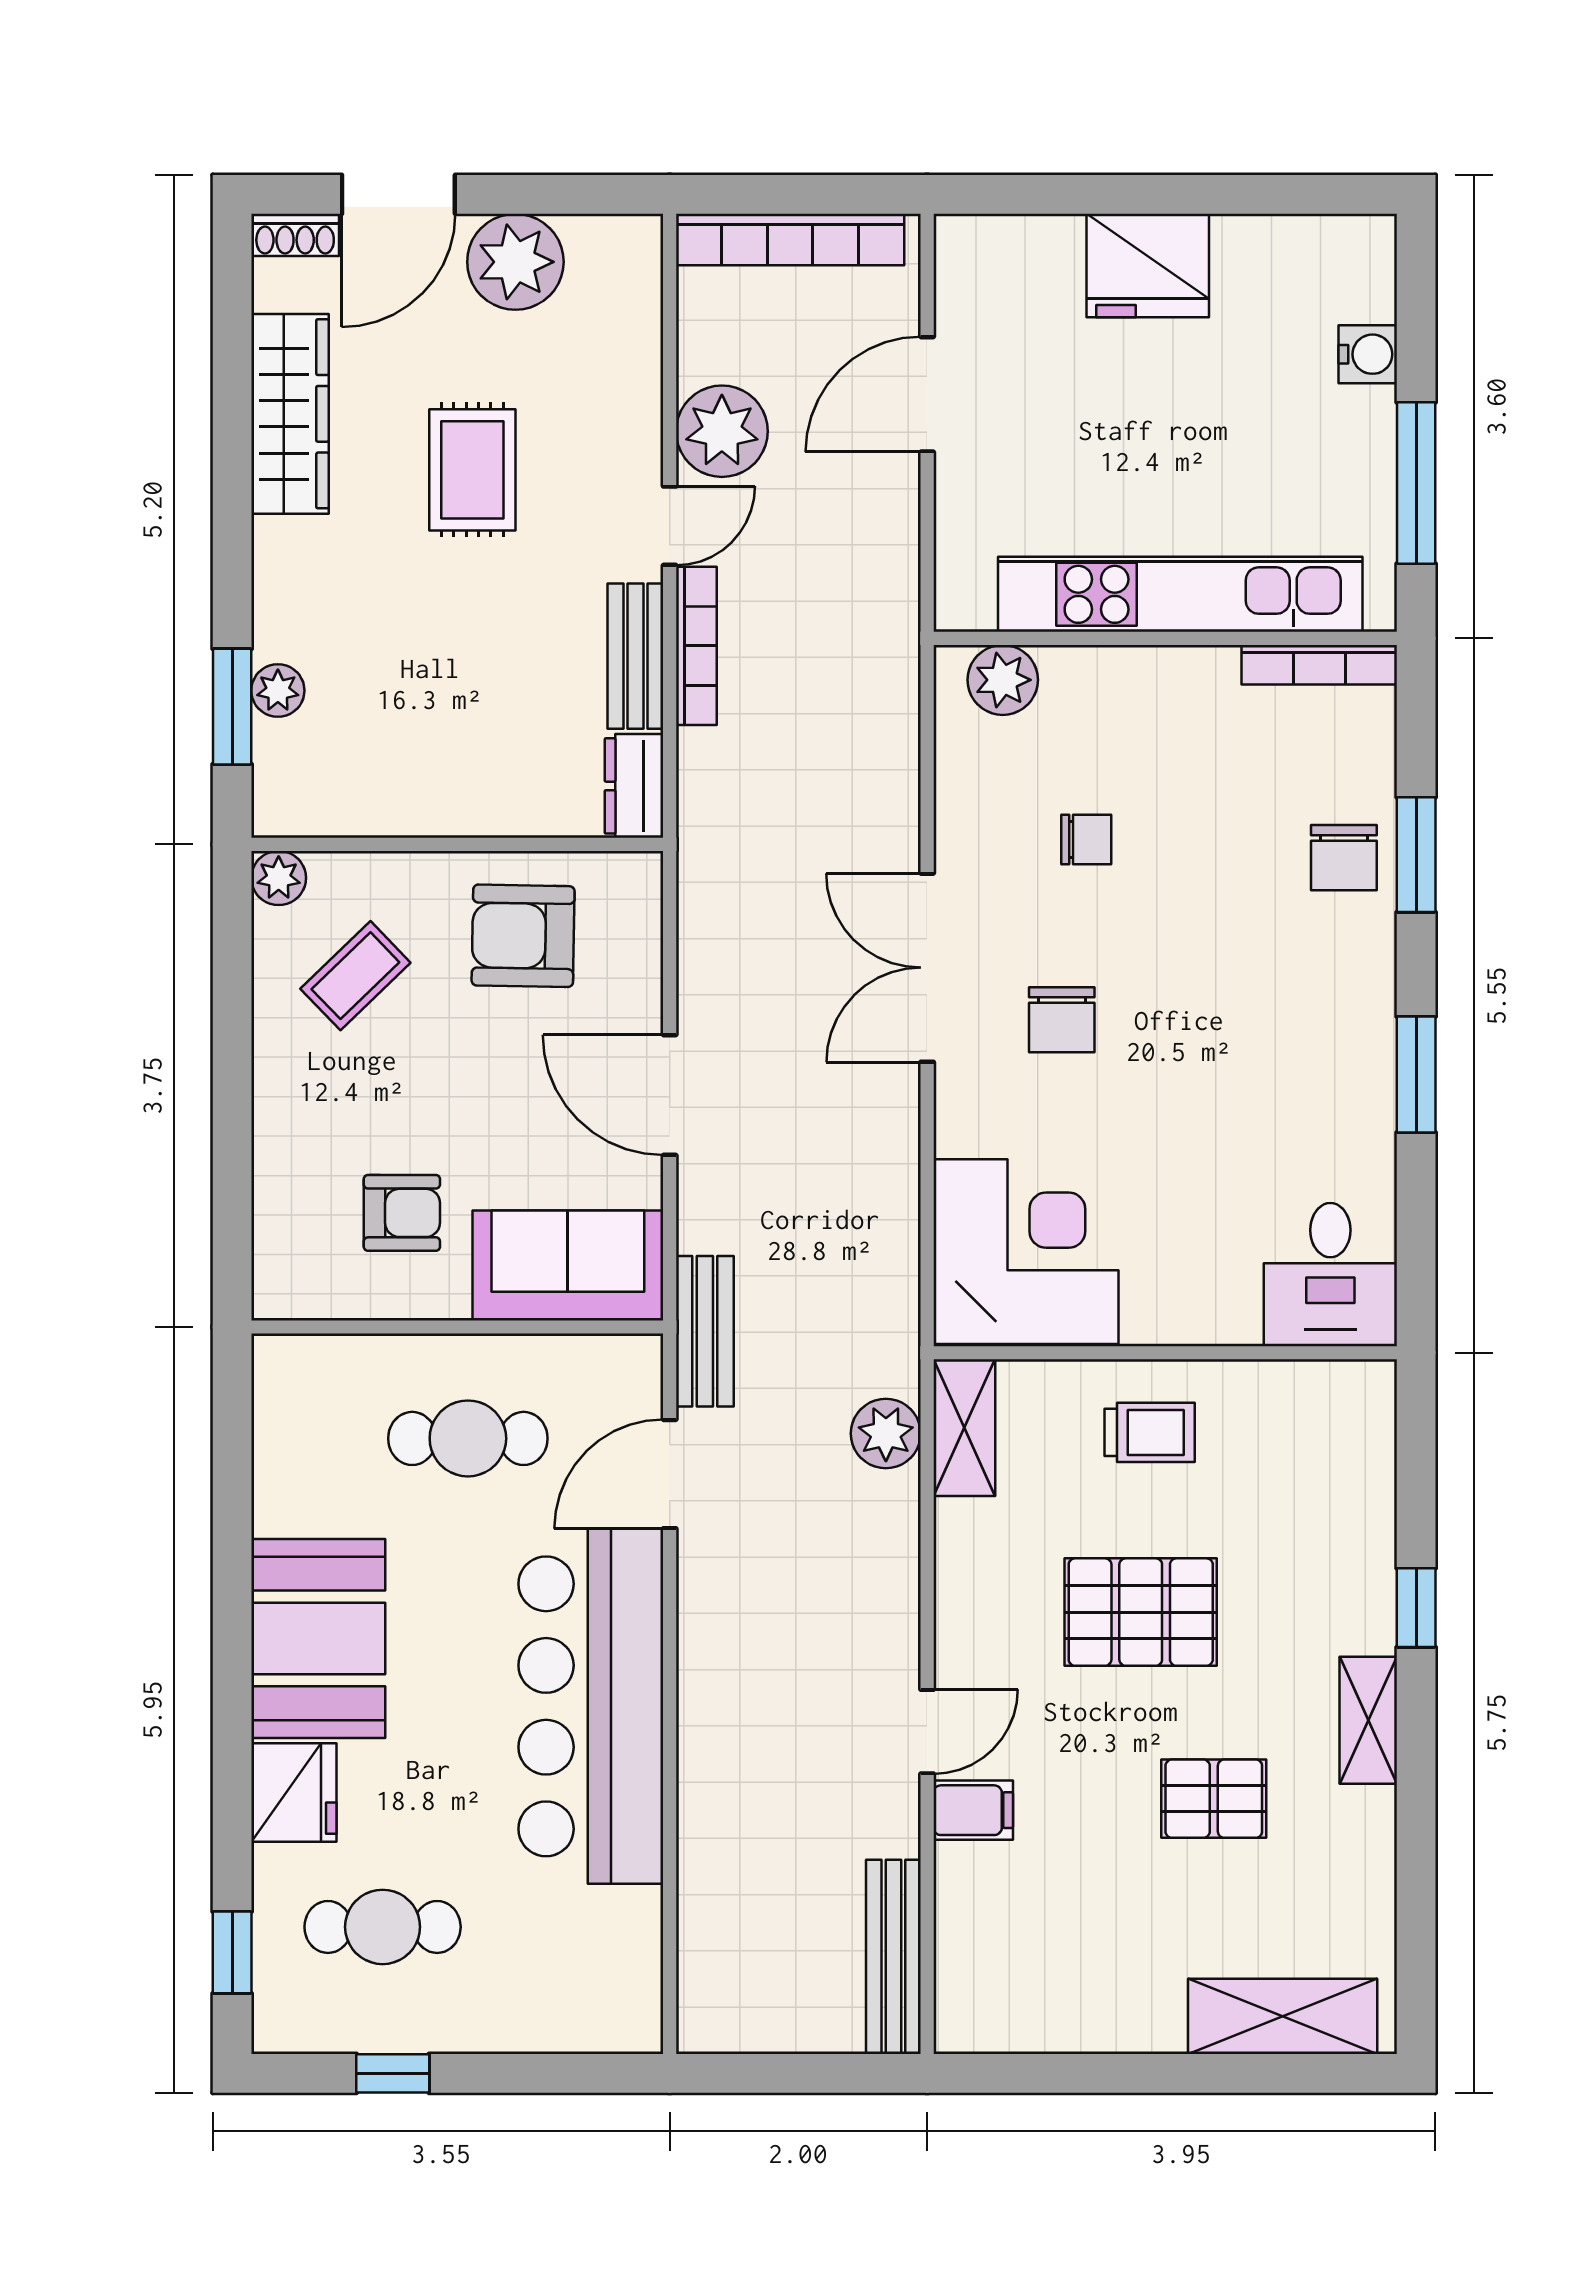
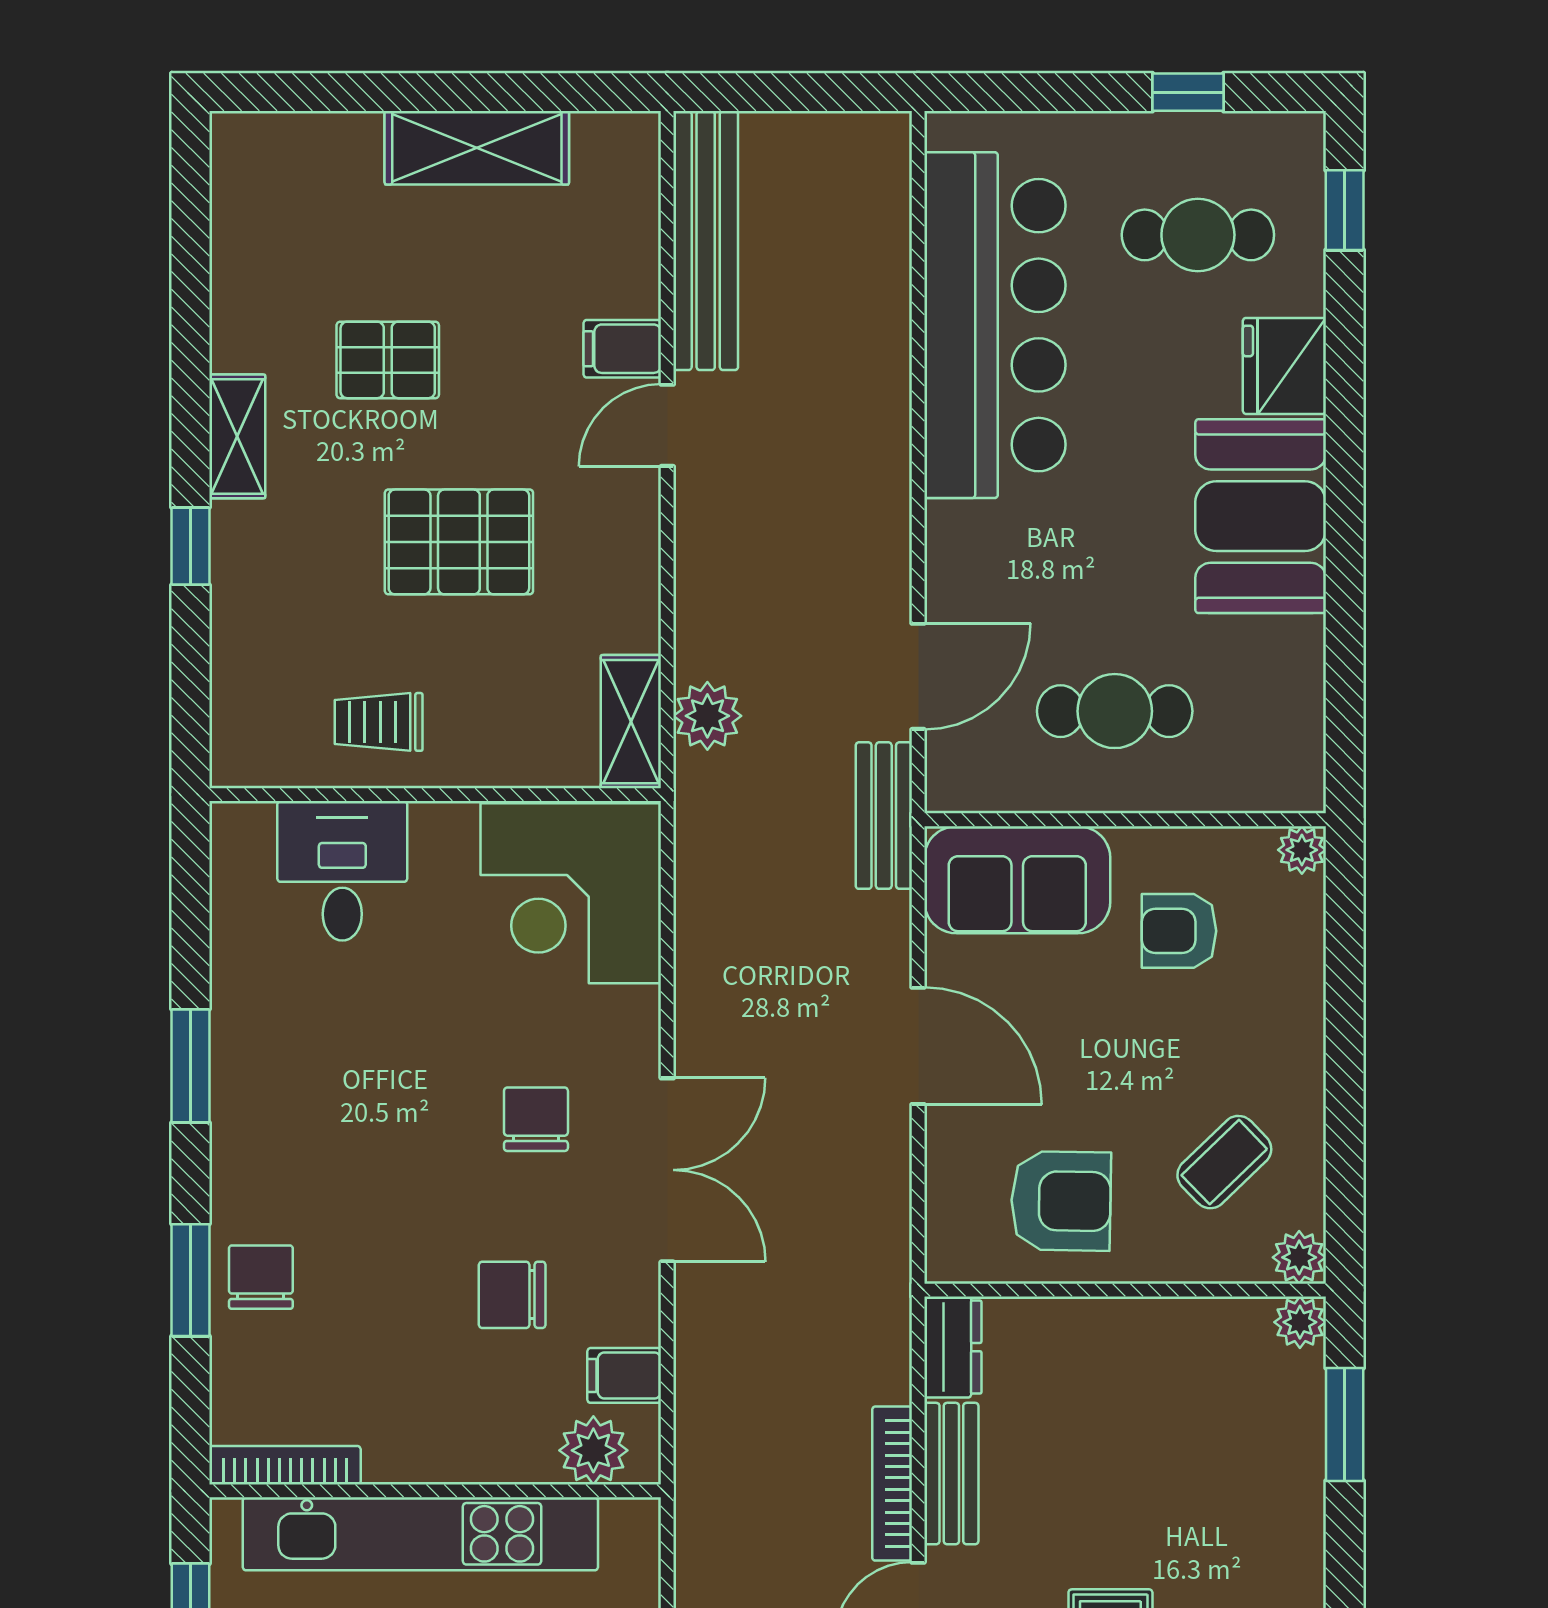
plant: (278, 691) -> (1300, 1322), moved
filing cabinet: (971, 757) -> (624, 1375), added
chair: (1086, 840) -> (512, 1295), width x1.37, depth x1.37
desk: (1330, 1275) -> (342, 871), moved
plant: (276, 1296) -> (1302, 850), added
trolley: (1150, 1432) -> (379, 722), moved
bar counter: (591, 1706) -> (995, 325), moved
bench: (893, 1957) -> (706, 241), width x1.37, depth x1.21
shelving: (1283, 2016) -> (477, 148), moved

